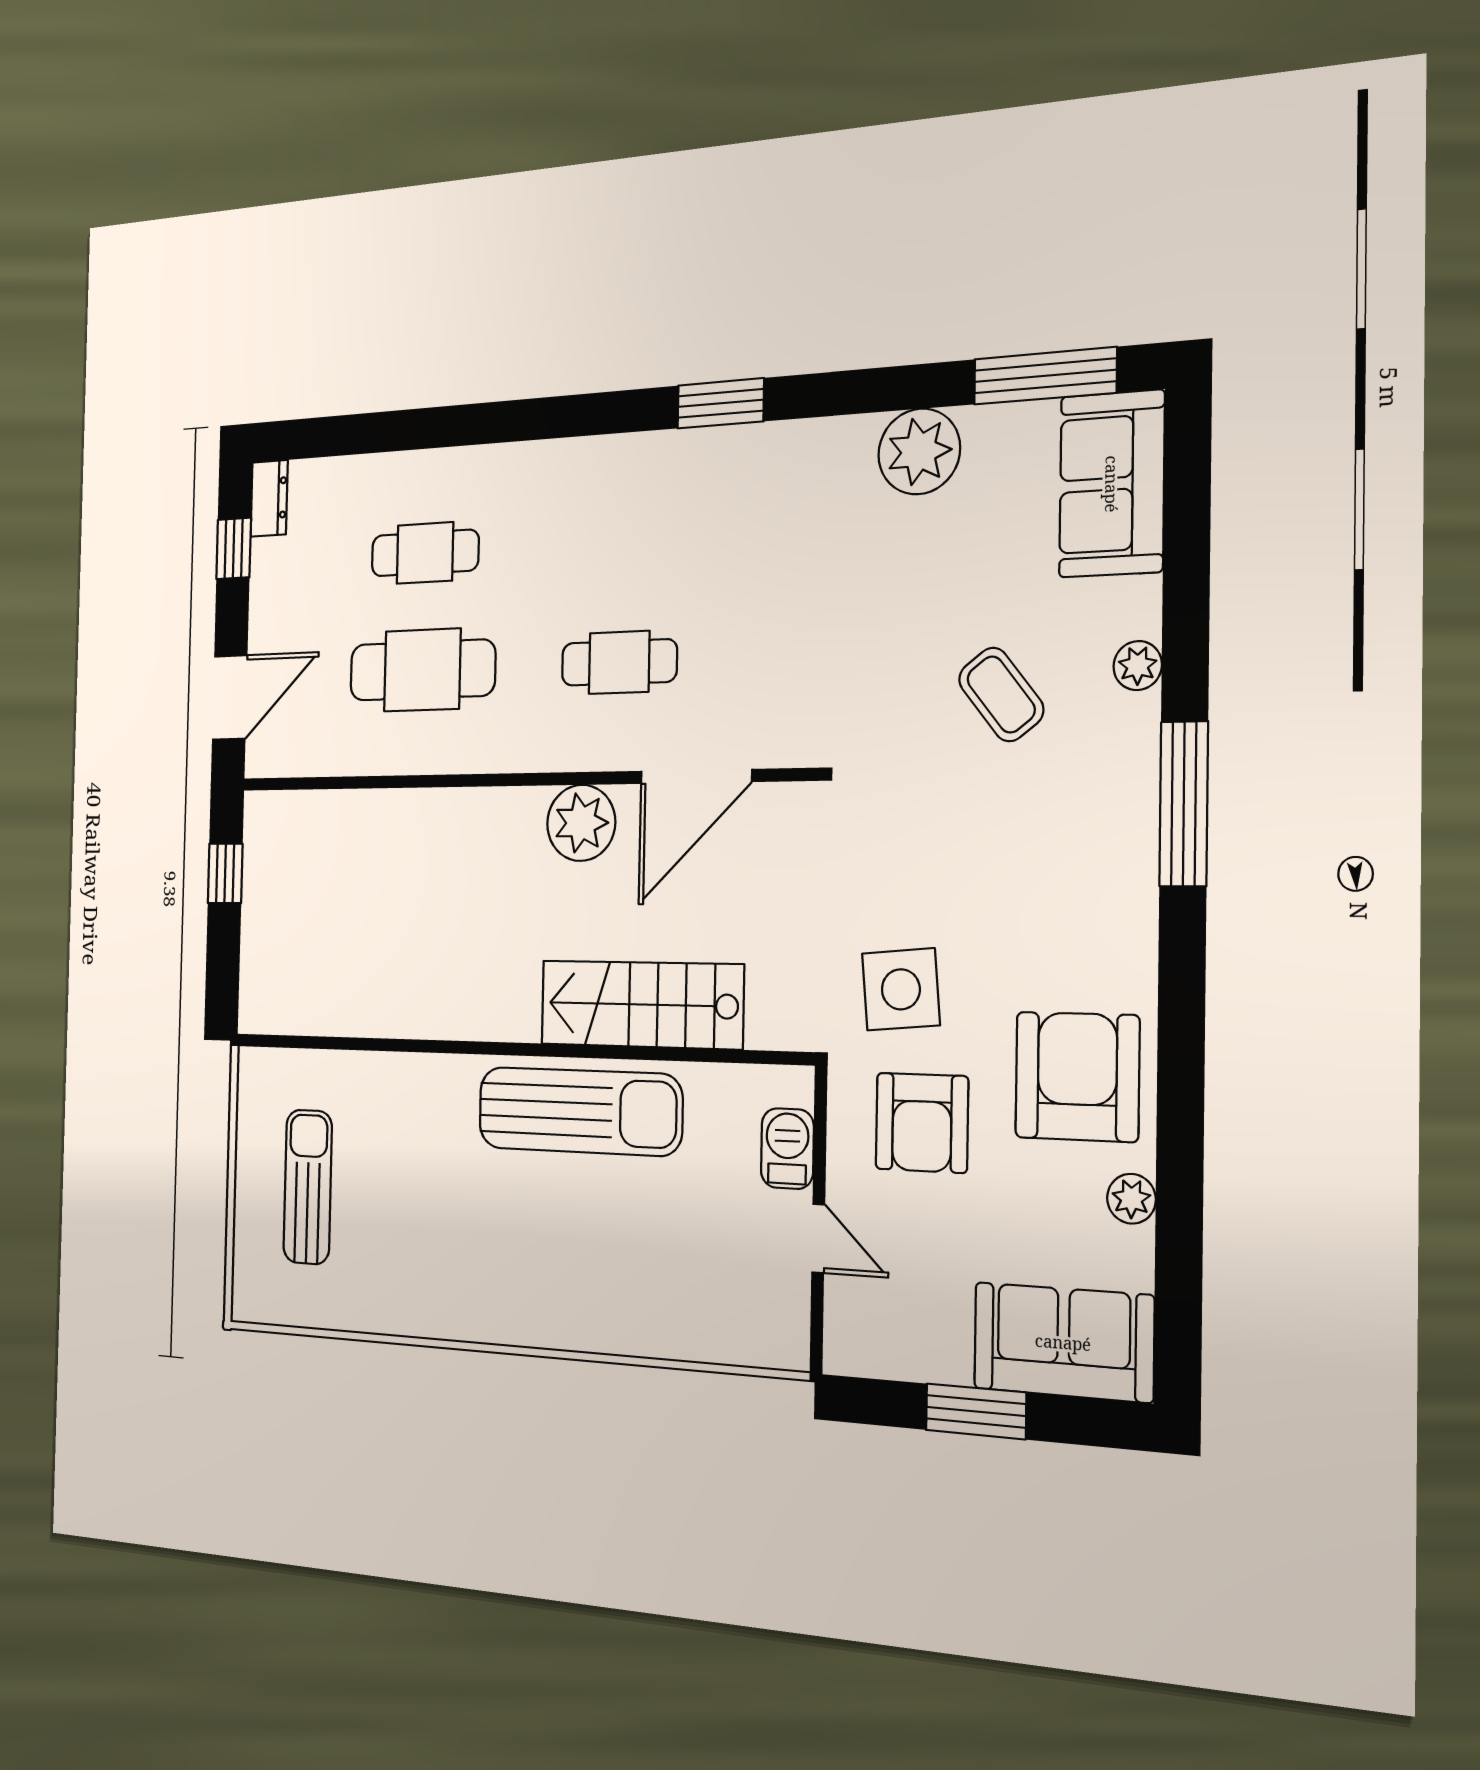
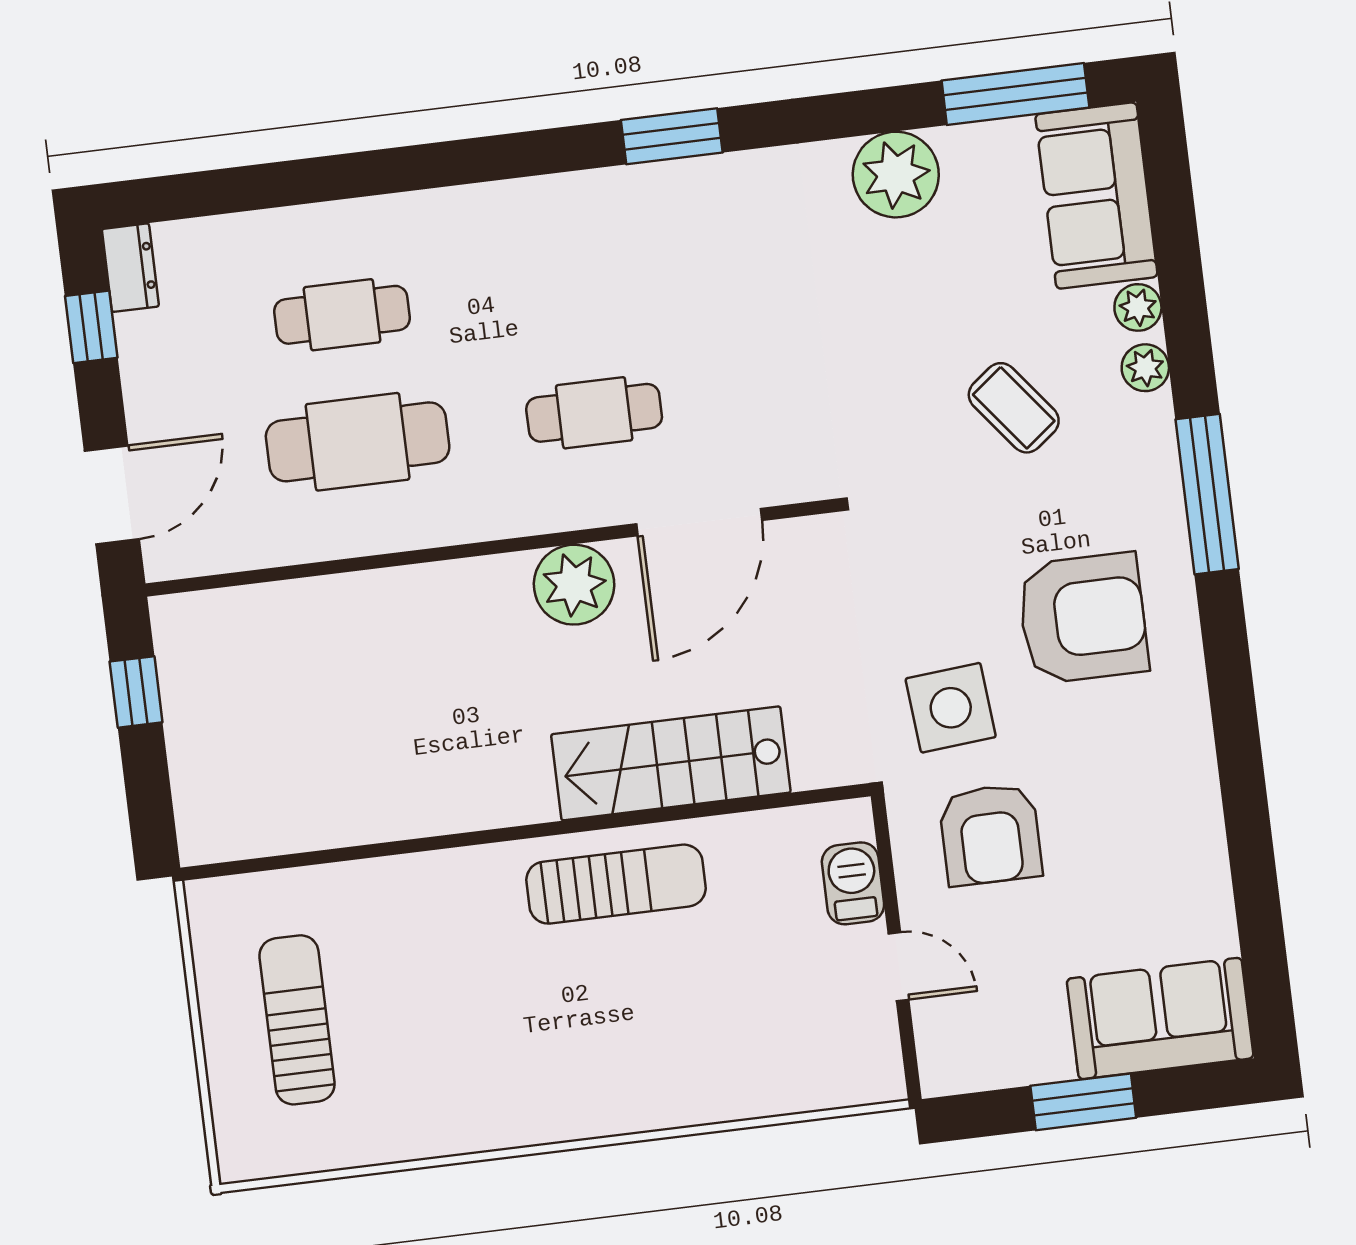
armchair: (1077, 1077) -> (1083, 618), moved, turned 90
sun lounger: (580, 1111) -> (616, 884), width x0.73, depth x0.75
plant: (1131, 1199) -> (1138, 307), moved

